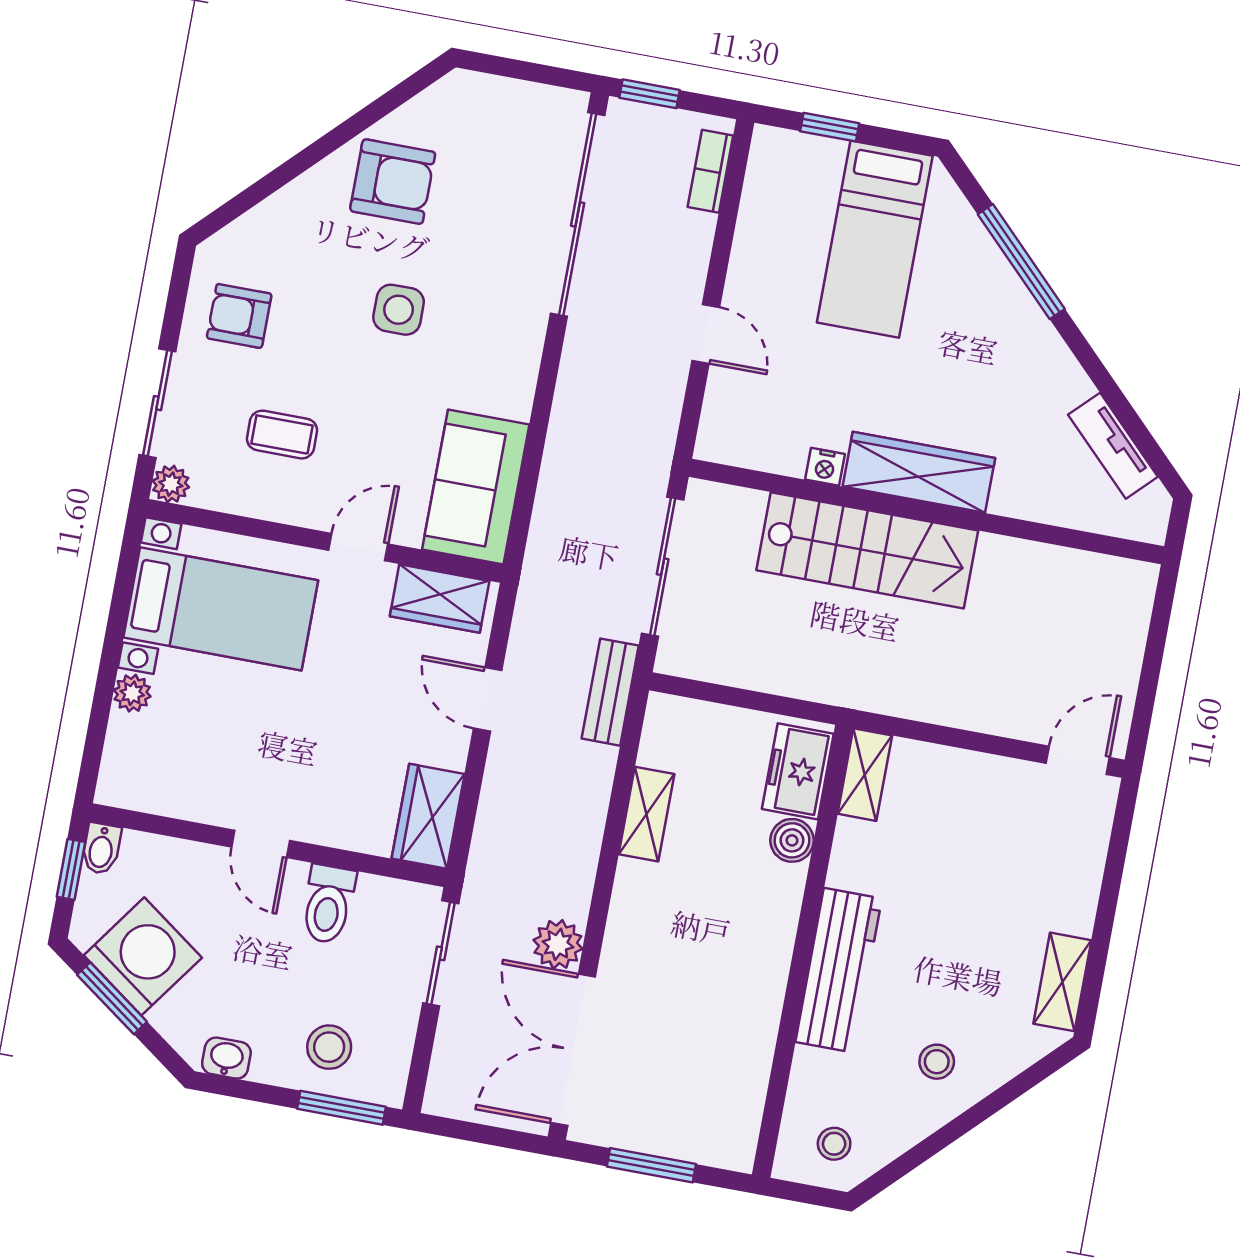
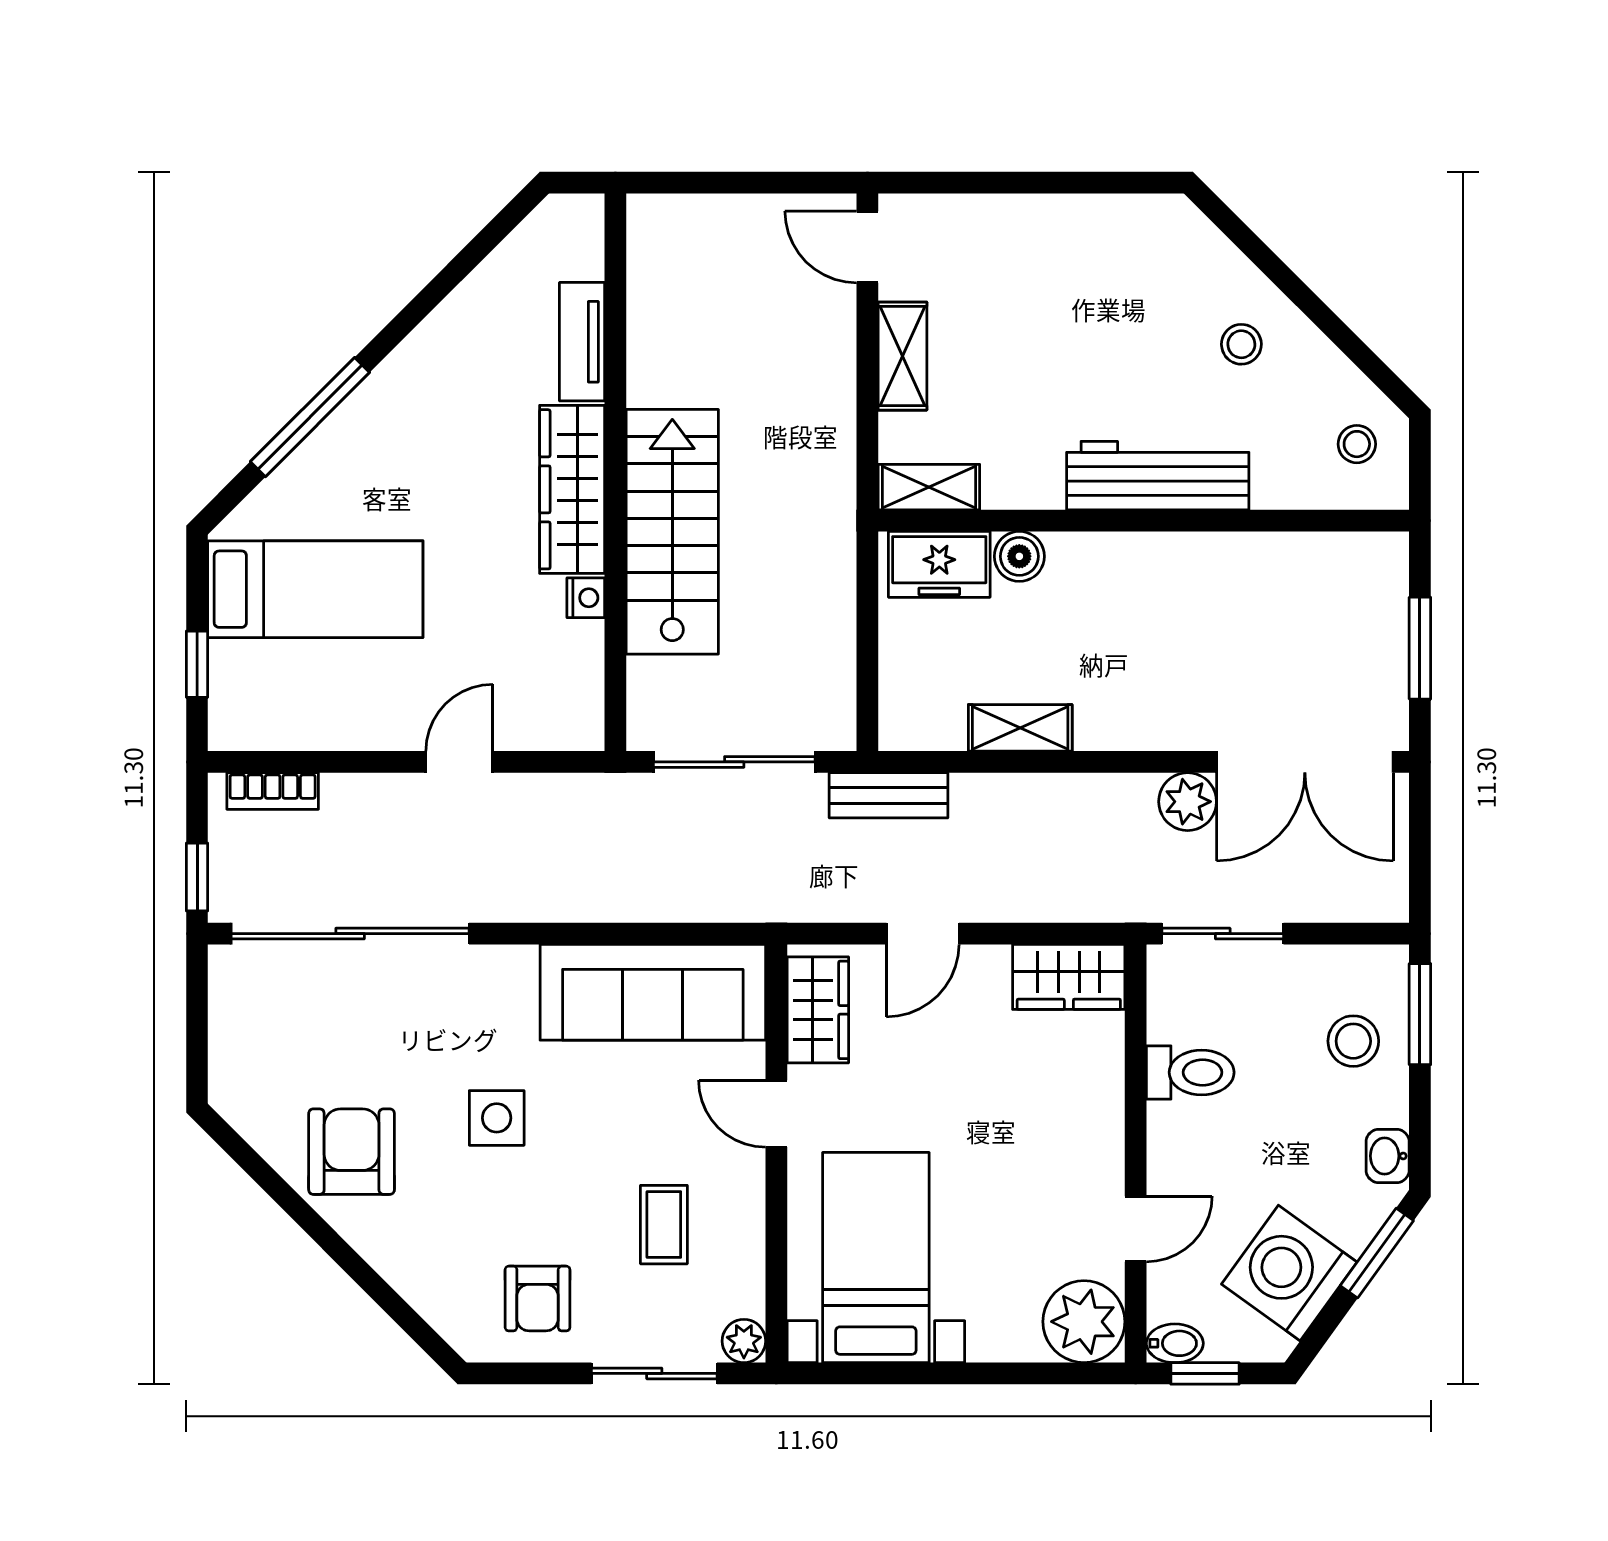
tv unit: (1113, 446) -> (582, 342), moved, turned 135
sofa: (476, 487) -> (653, 992), width x1.36
plant: (132, 693) -> (1084, 1322), moved, width x1.87, depth x1.87
door: (261, 844) -> (1136, 1229), moved
shelving: (1062, 982) -> (902, 356), moved, turned 90
window: (112, 998) -> (1377, 1253), moved

